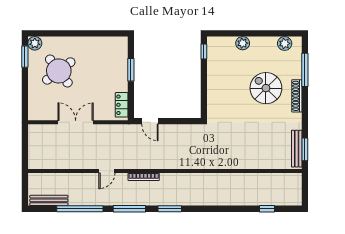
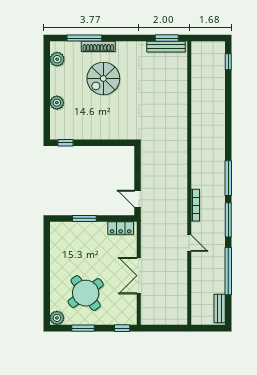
window: (25, 57) -> (83, 328), moved
shoe rack: (297, 96) -> (98, 46), moved
window: (25, 106) -> (122, 328), added
door: (150, 121) -> (137, 199), swing flipped
bench: (49, 200) -> (220, 308), width x0.73
window: (170, 209) -> (228, 178), width x1.44
window: (267, 209) -> (228, 62), moved

